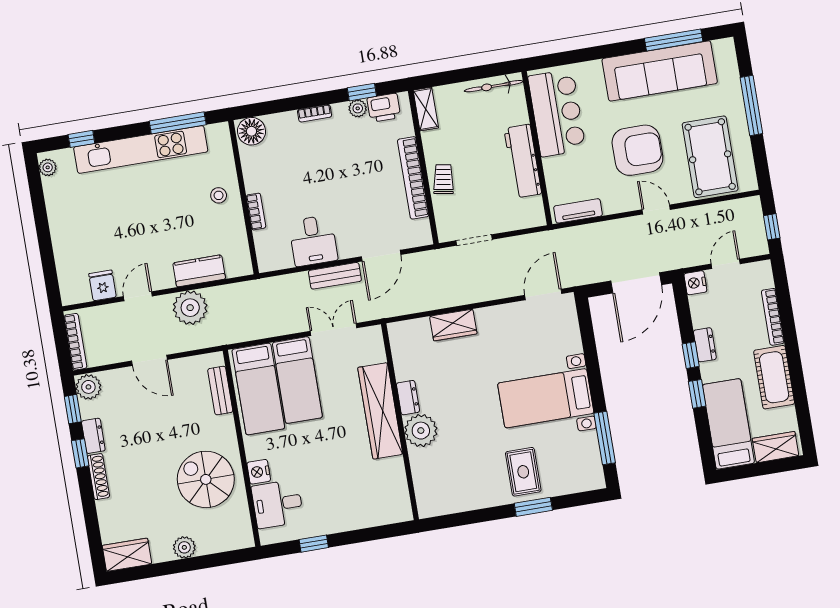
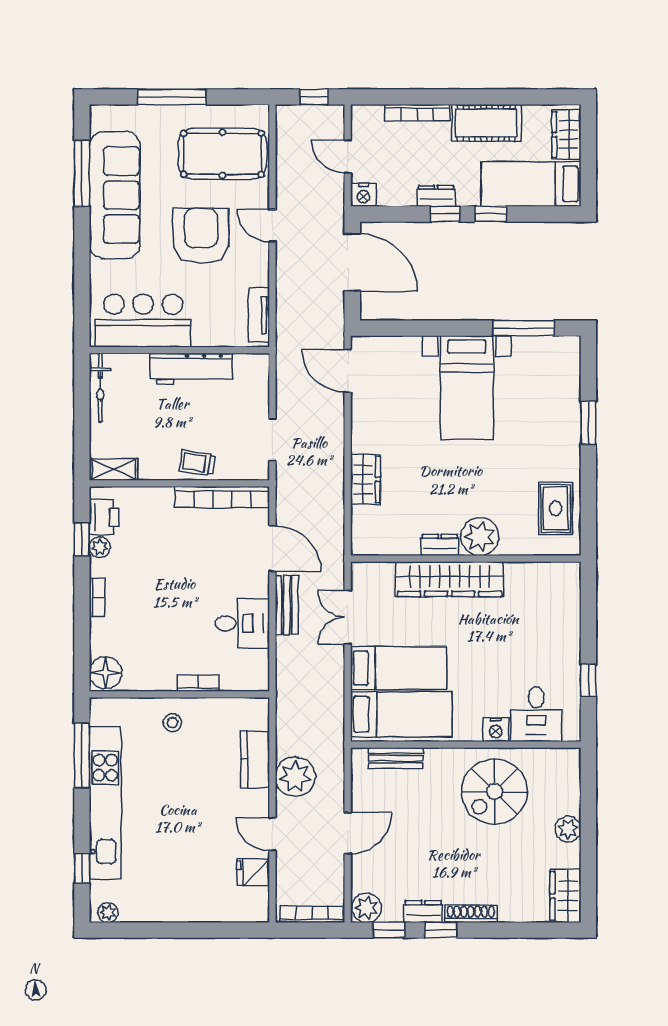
bookcase: (413, 178) -> (222, 497), moved
door: (656, 210) -> (272, 226), hinge flipped
rug: (523, 472) -> (556, 508), moved, turned 90

